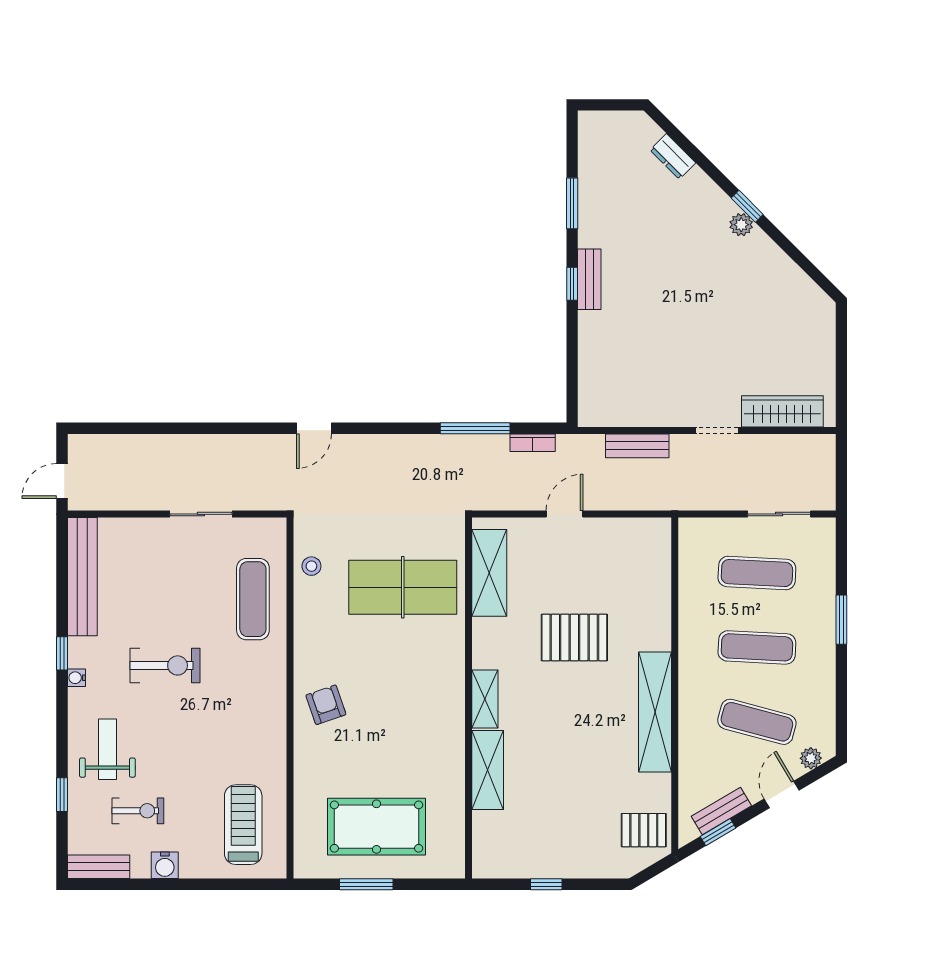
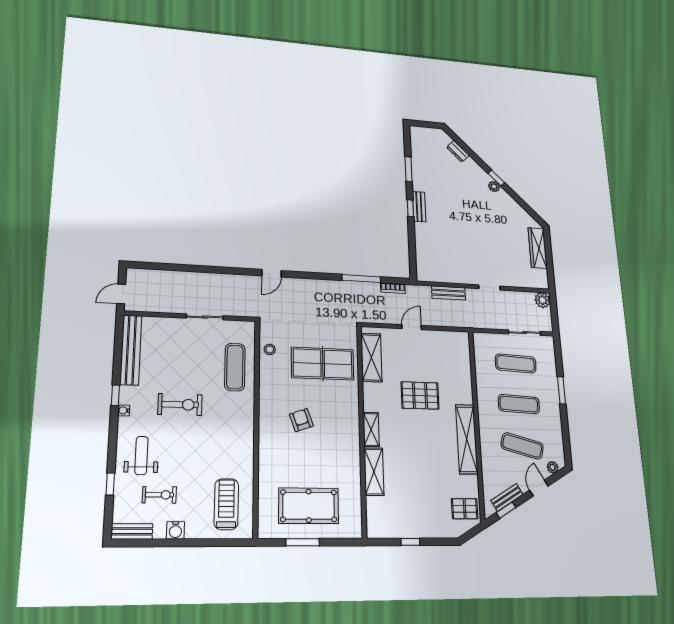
wardrobe: (782, 411) -> (538, 248), moved, turned -90
plant: (820, 449) -> (542, 300), added
armchair: (326, 705) -> (301, 420), moved

